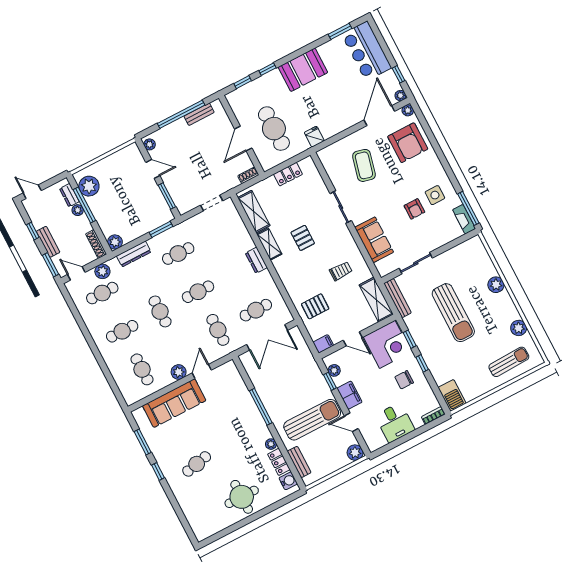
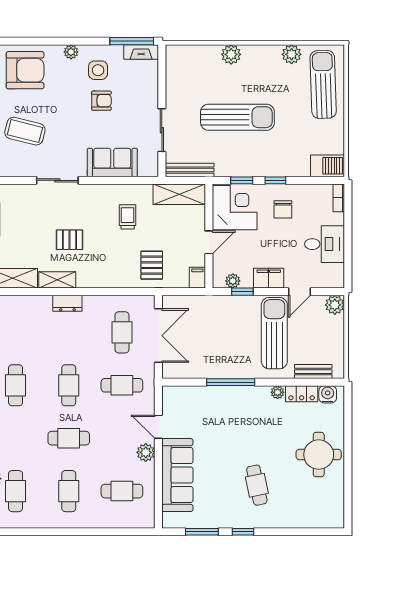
plant: (438, 169) -> (71, 52), added
sun lounger: (509, 362) -> (323, 84), width x1.36, depth x1.34

